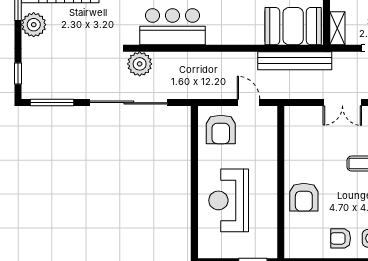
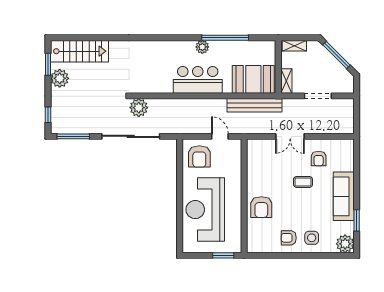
bar counter: (173, 27) -> (198, 80), moved
reception desk: (229, 200) -> (205, 210), width x1.36, depth x1.30

